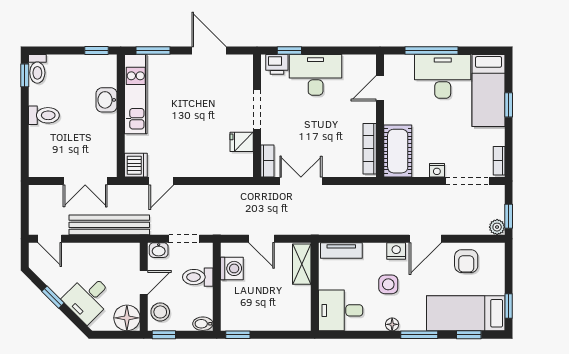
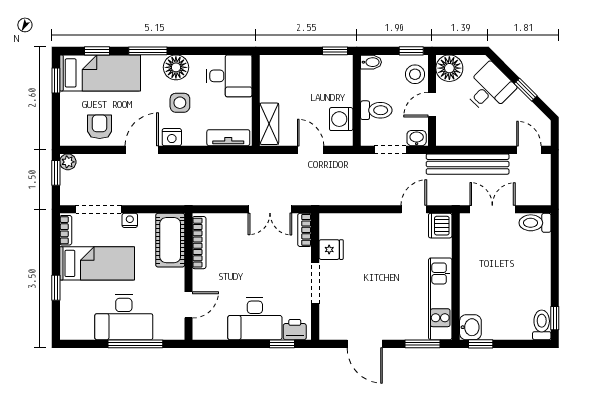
bed: (489, 91) -> (97, 263), moved, turned 90
washbasin: (106, 100) -> (470, 327), moved
toilet: (44, 115) -> (535, 223), moved
floor lamp: (392, 324) -> (176, 67), width x1.89, depth x1.89

